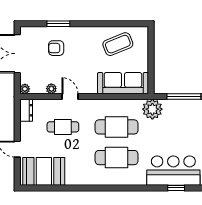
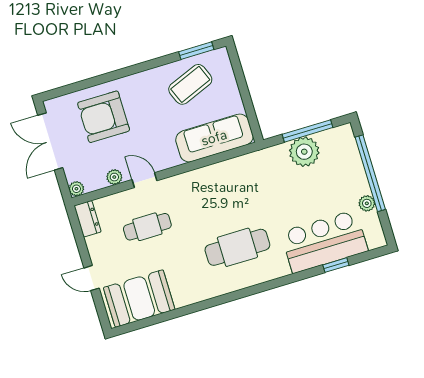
window: (58, 24) -> (196, 51), moved
armchair: (56, 48) -> (104, 117), width x1.88, depth x1.88
plant: (152, 109) -> (304, 152), moved
cafe table: (117, 127) -> (224, 204), removed

